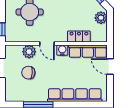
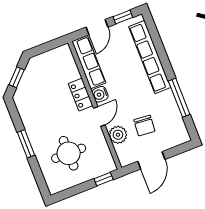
plant: (101, 18) -> (41, 62), removed
locker: (79, 36) -> (81, 95), moved
window: (110, 87) -> (123, 17), added

